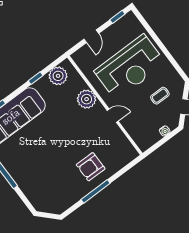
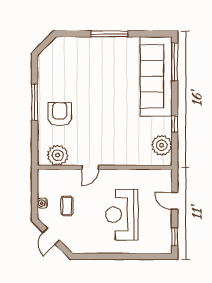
reception desk: (130, 67) -> (122, 215), width x0.74, depth x0.77
coffee table: (160, 96) -> (67, 206), moved
plant: (87, 99) -> (58, 155), moved

